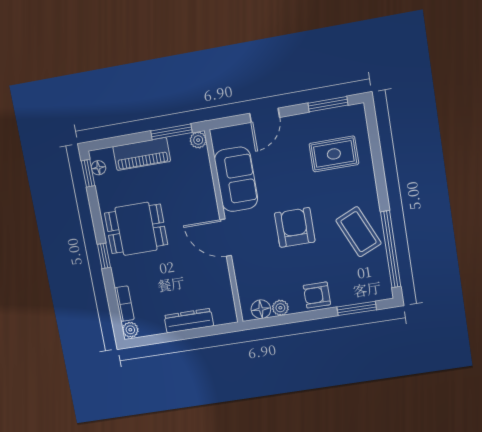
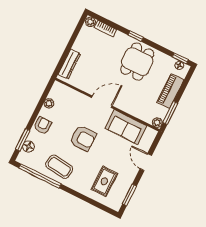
coffee table: (359, 232) -> (59, 167), turned 31
floor lamp: (261, 309) -> (28, 147), moved
dresser: (189, 321) -> (69, 64), moved

